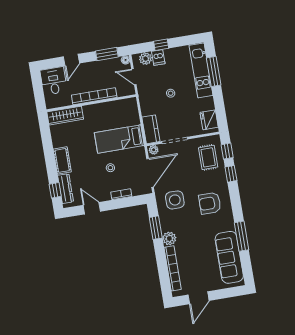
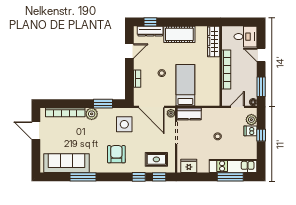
cot: (62, 160) -> (179, 34), width x1.37, depth x1.34

